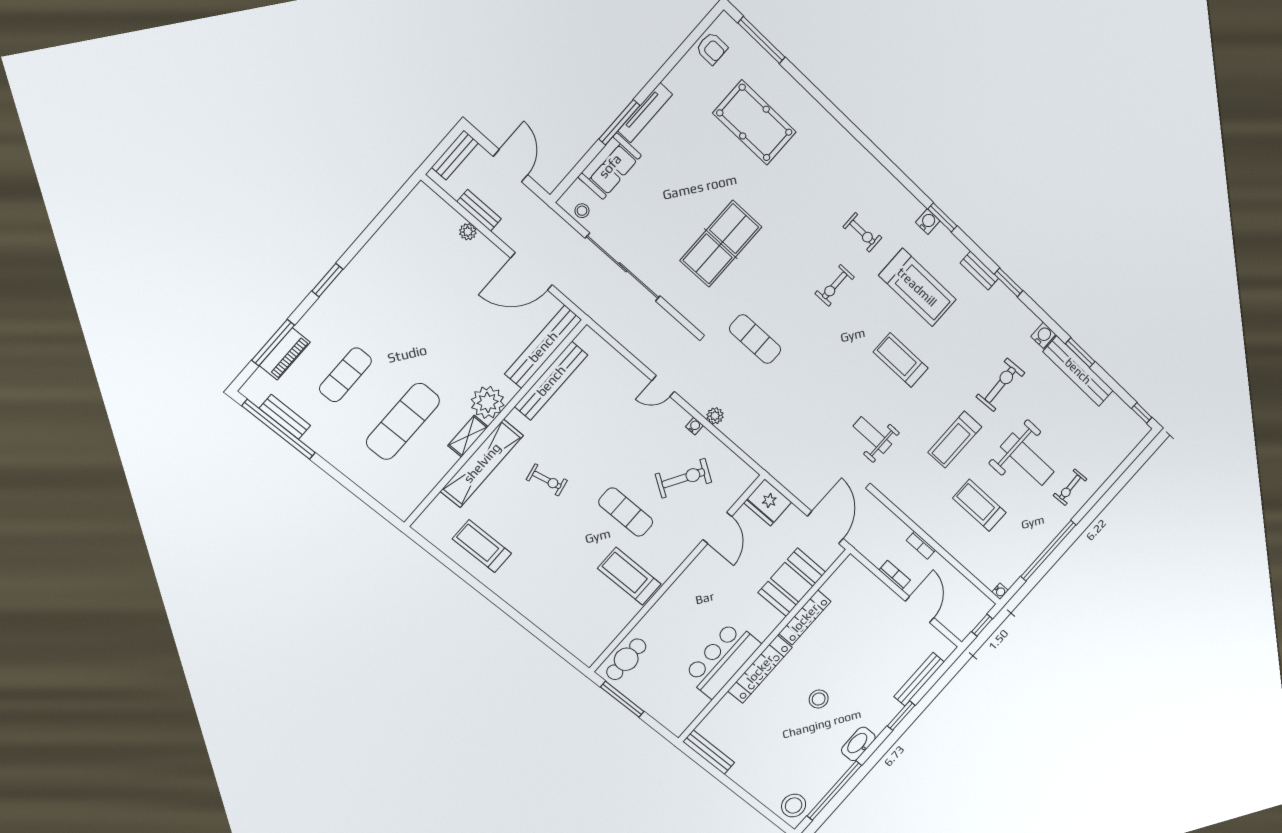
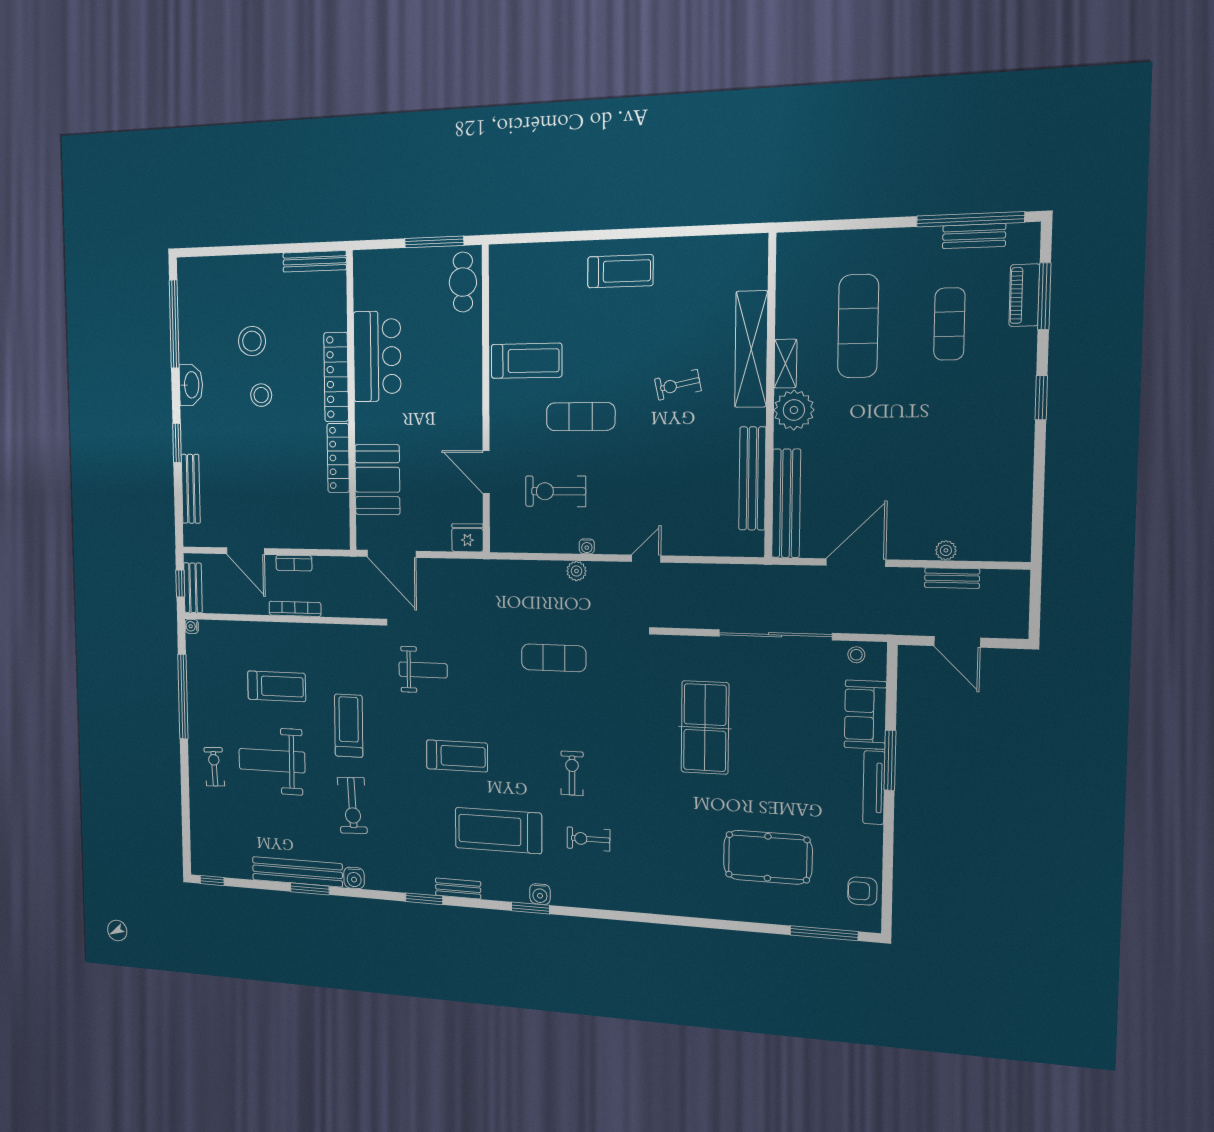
bench: (455, 155) -> (193, 588), moved
exercise mat: (755, 339) -> (554, 658), moved
exercise bike: (683, 478) -> (556, 491), turned 58
fridge: (768, 502) -> (467, 538), width x0.73, depth x0.75
bookcase: (921, 545) -> (295, 609), width x1.56
treadmill: (482, 546) -> (620, 271), moved
stool: (794, 805) -> (252, 341), moved

